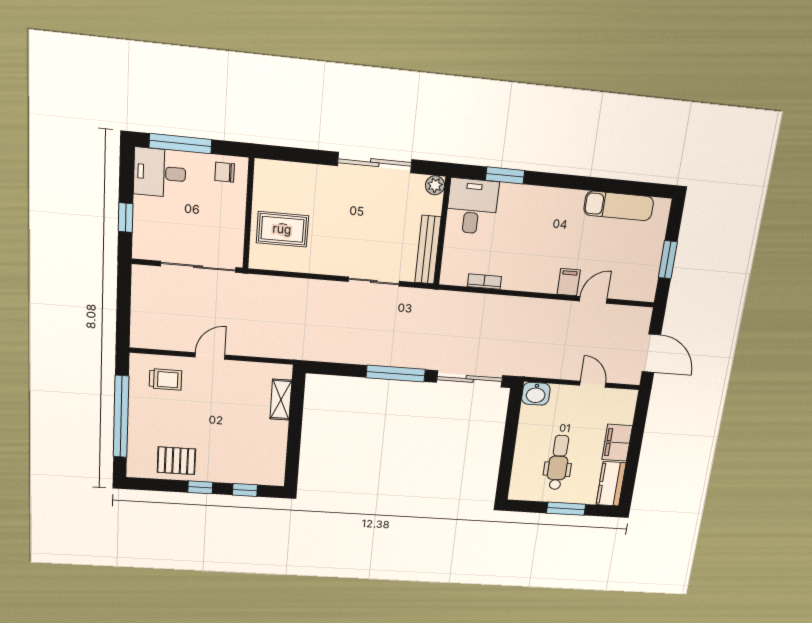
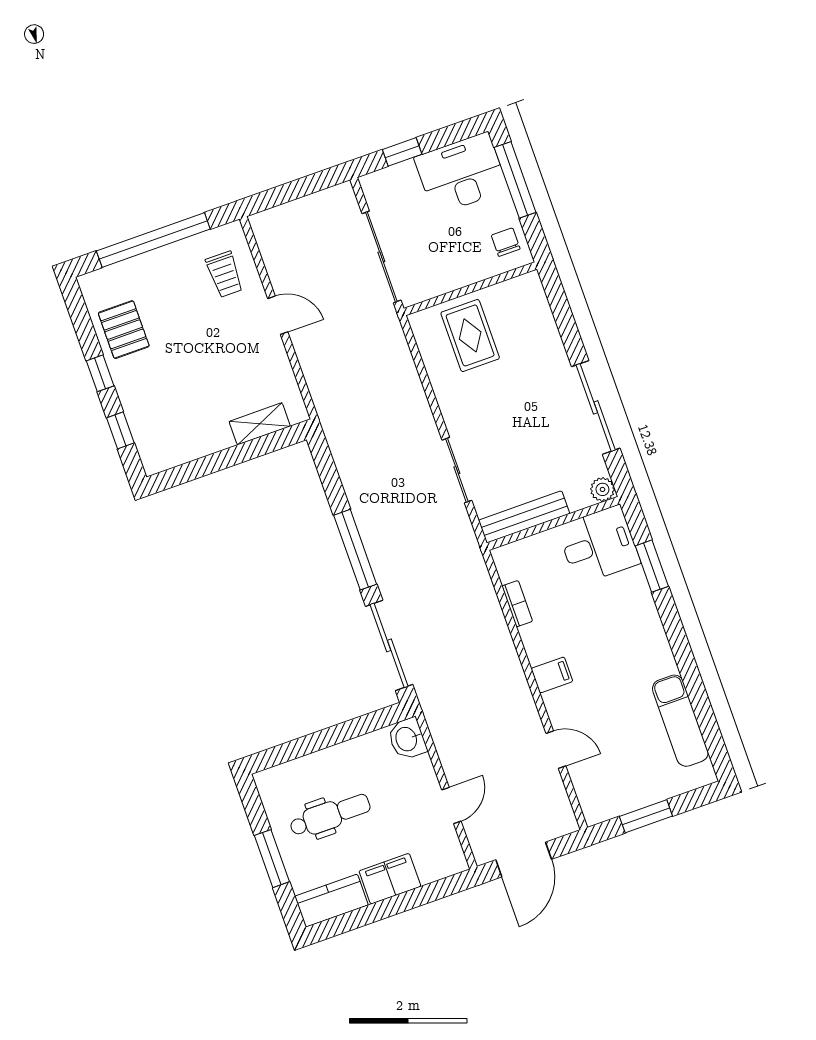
desk: (160, 173) -> (461, 174), width x1.37
filing cabinet: (569, 282) -> (552, 675), moved

